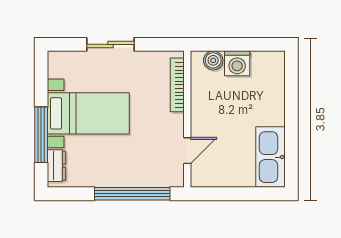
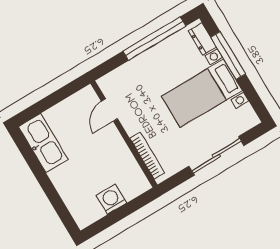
sliding door: (110, 44) -> (216, 156), width x1.37
boiler: (213, 60) -> (131, 191), removed
window: (132, 194) -> (154, 39), moved

